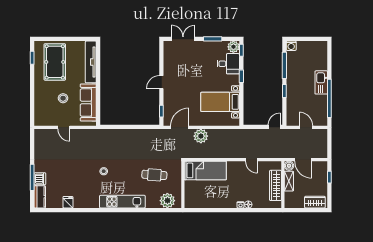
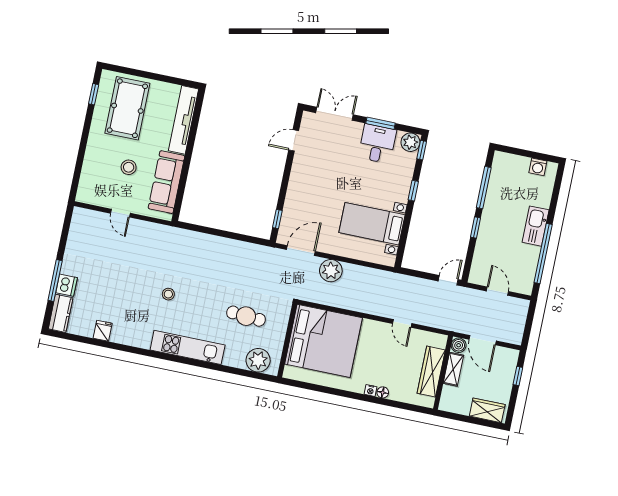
washing machine: (291, 46) -> (538, 167), moved
desk: (228, 64) -> (377, 144), moved, turned -90
door: (161, 82) -> (294, 140), moved
bed: (205, 170) -> (324, 341), width x2.04

